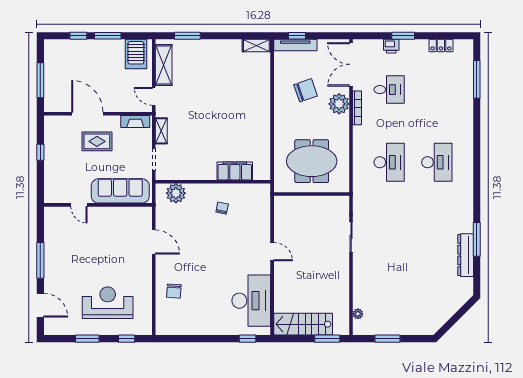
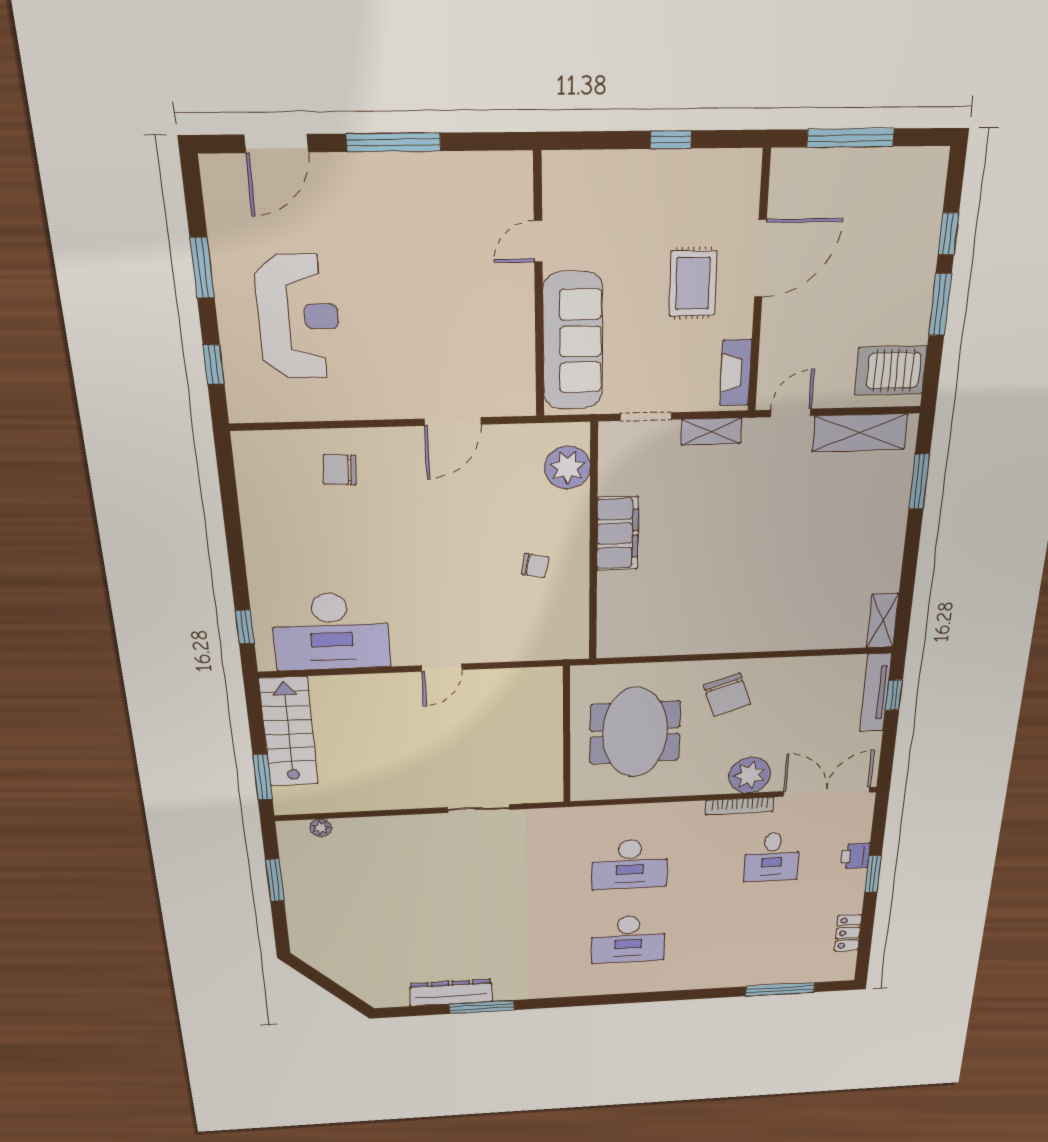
chair: (306, 90) -> (727, 695), moved
filing cabinet: (235, 171) -> (618, 534), moved

